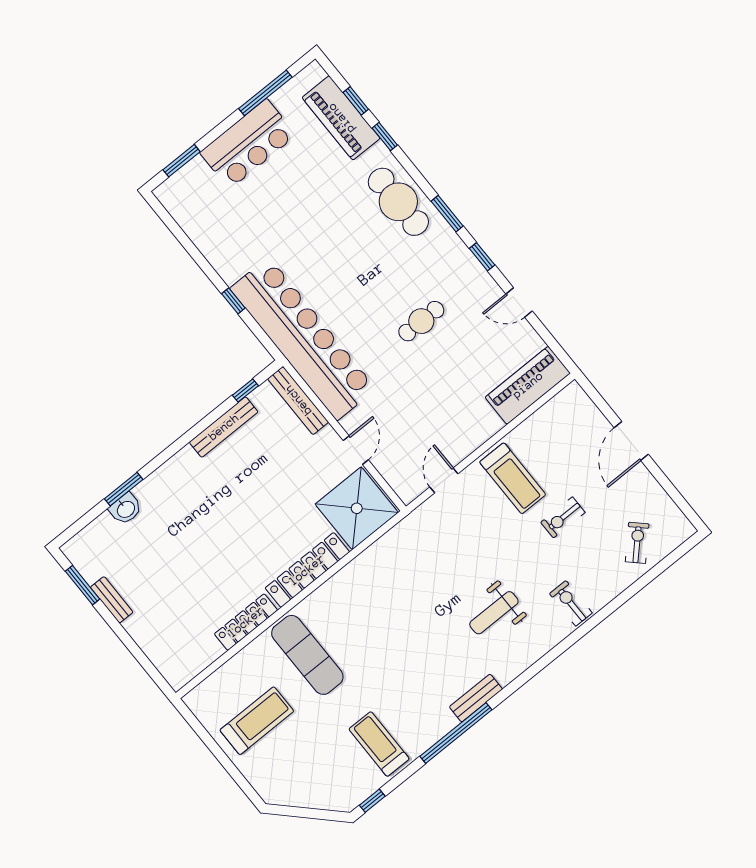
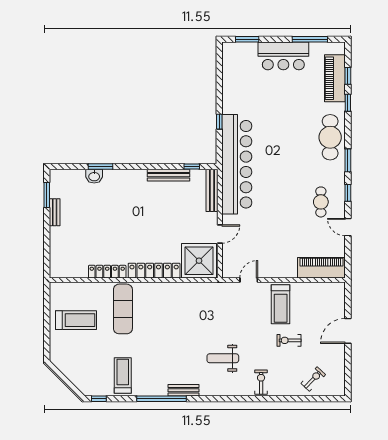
cafe table: (421, 321) -> (321, 202), moved, turned 90

